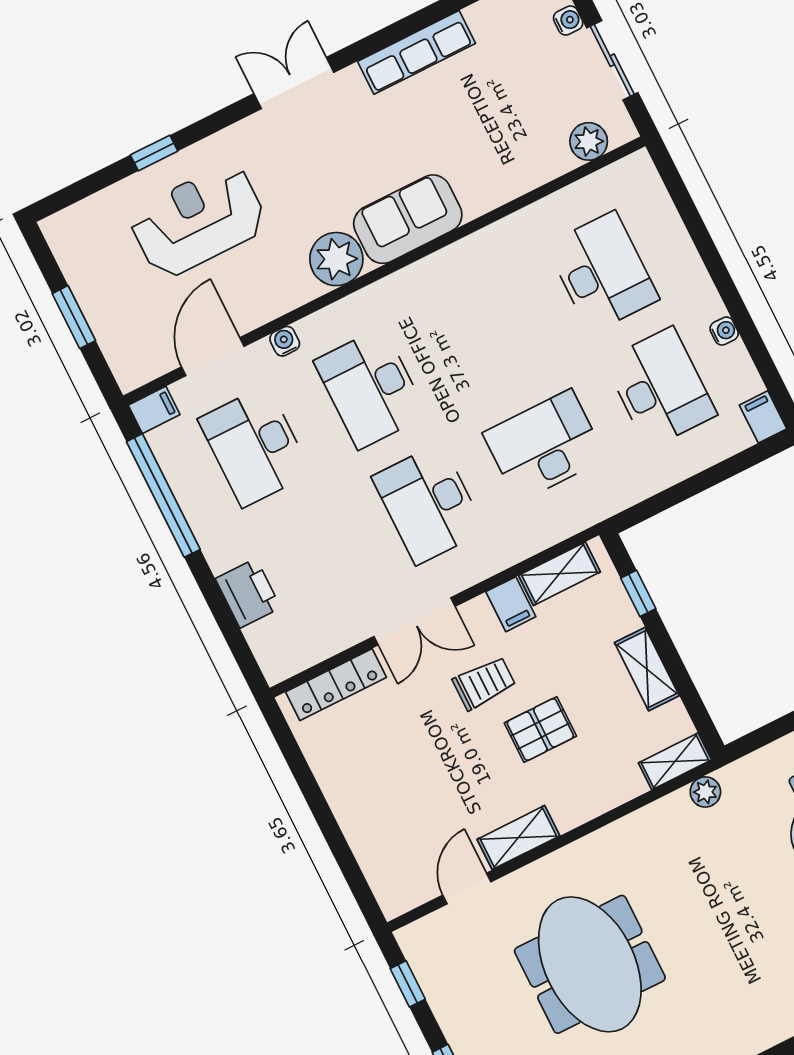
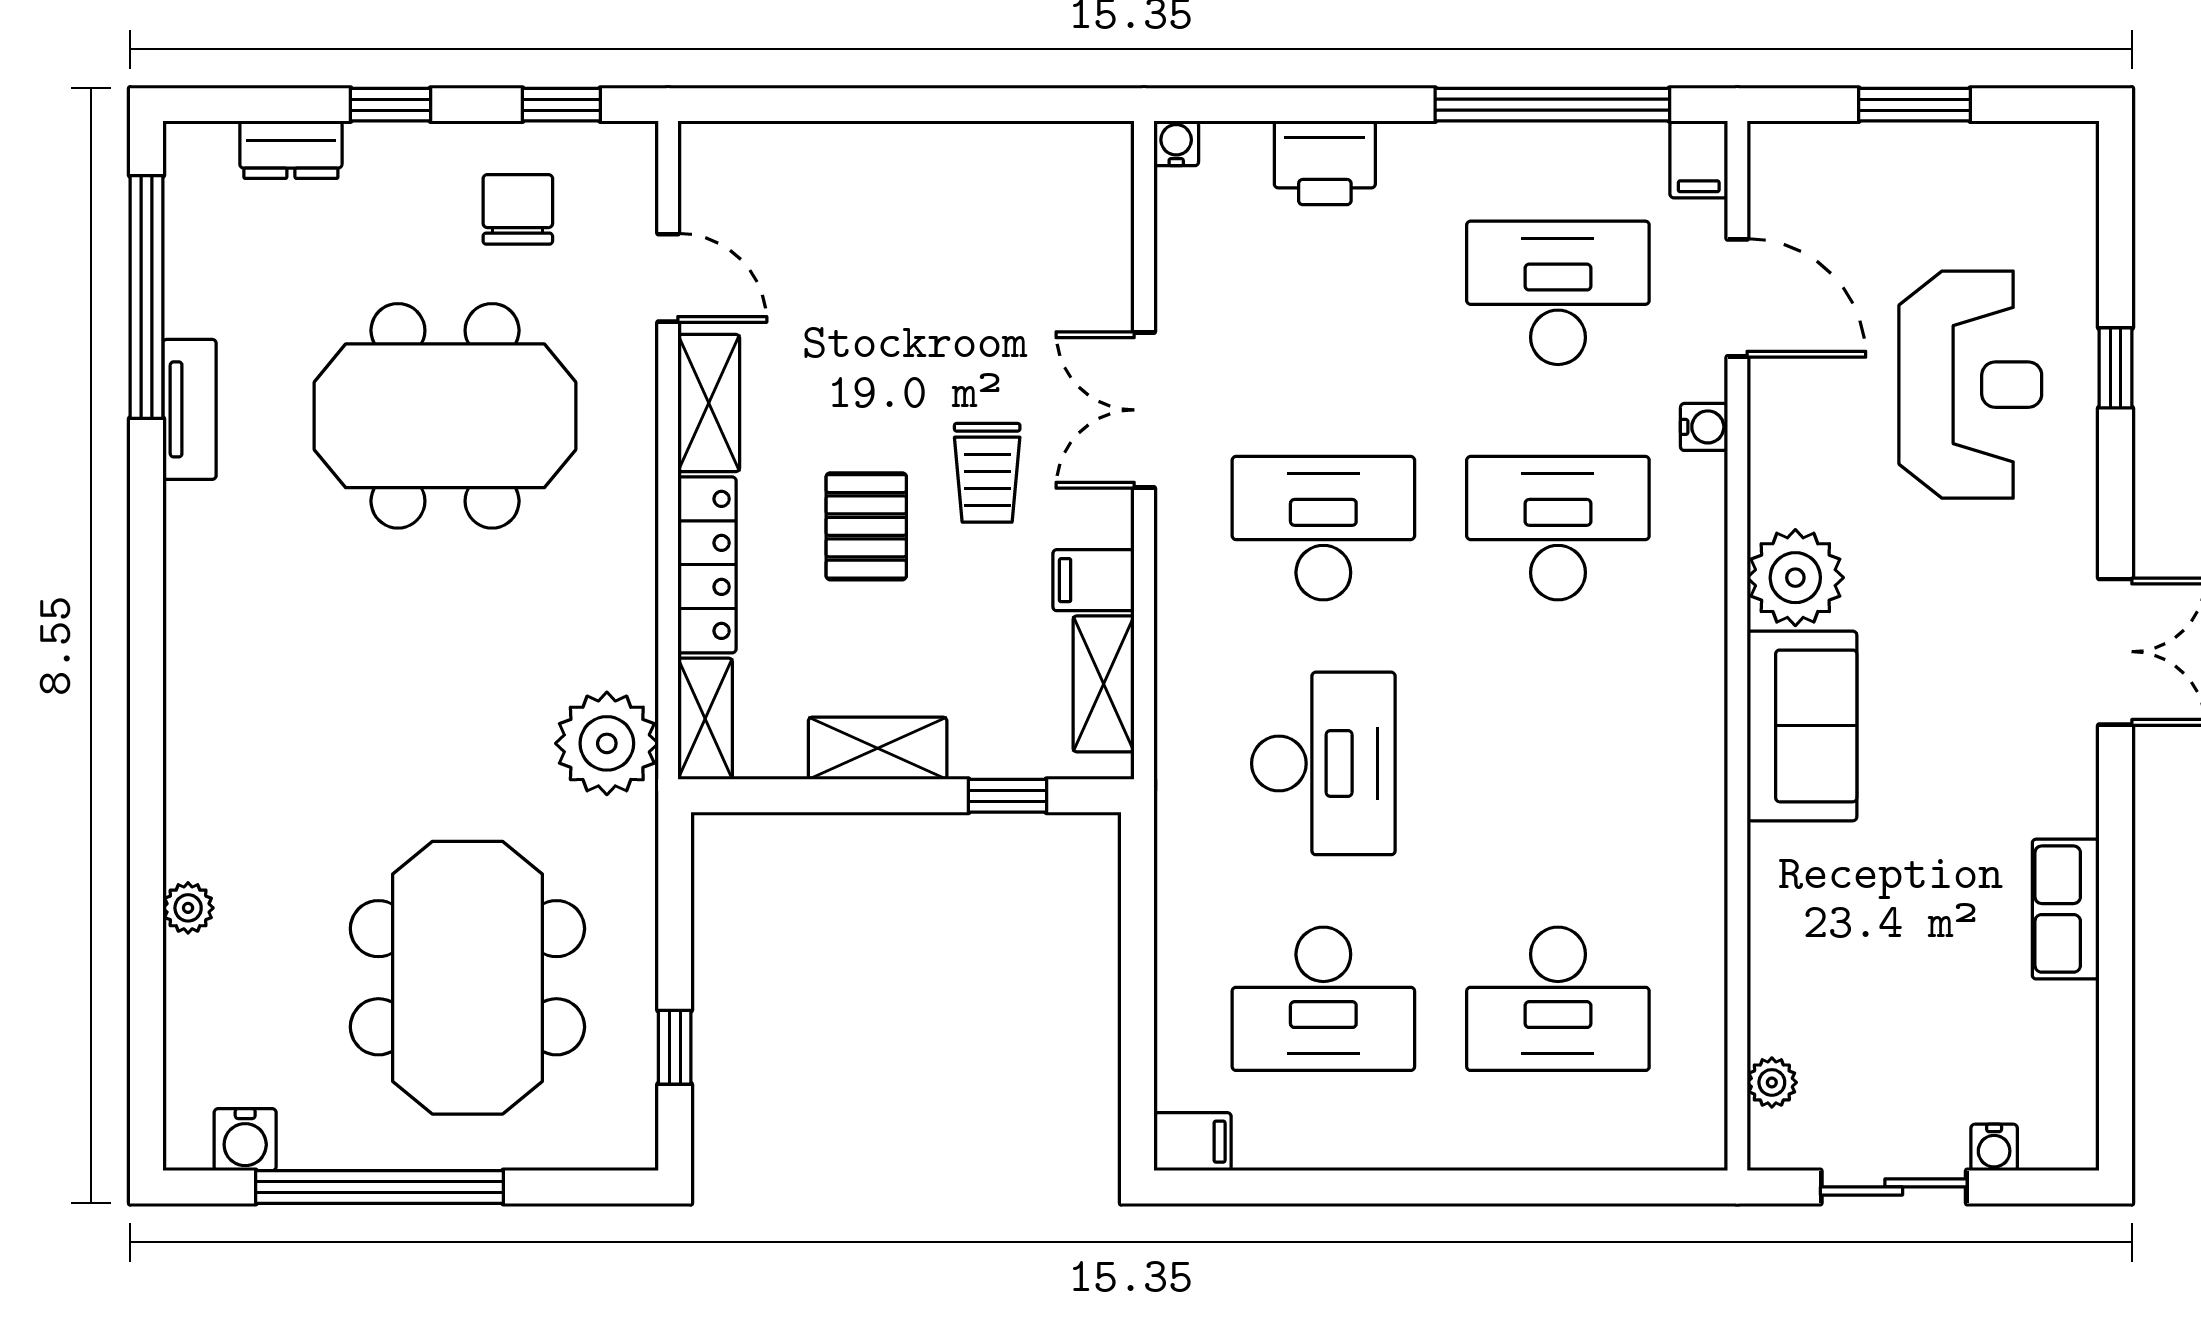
row of seats: (416, 52) -> (2066, 909), width x0.68
plant: (589, 141) -> (1772, 1082), width x0.73, depth x0.73
water cooler: (724, 331) -> (1176, 143), moved, turned 180
locker: (336, 685) -> (707, 565), moved, turned 180
plant: (705, 792) -> (607, 743), width x1.88, depth x1.88
chair: (470, 979) -> (518, 209), added

